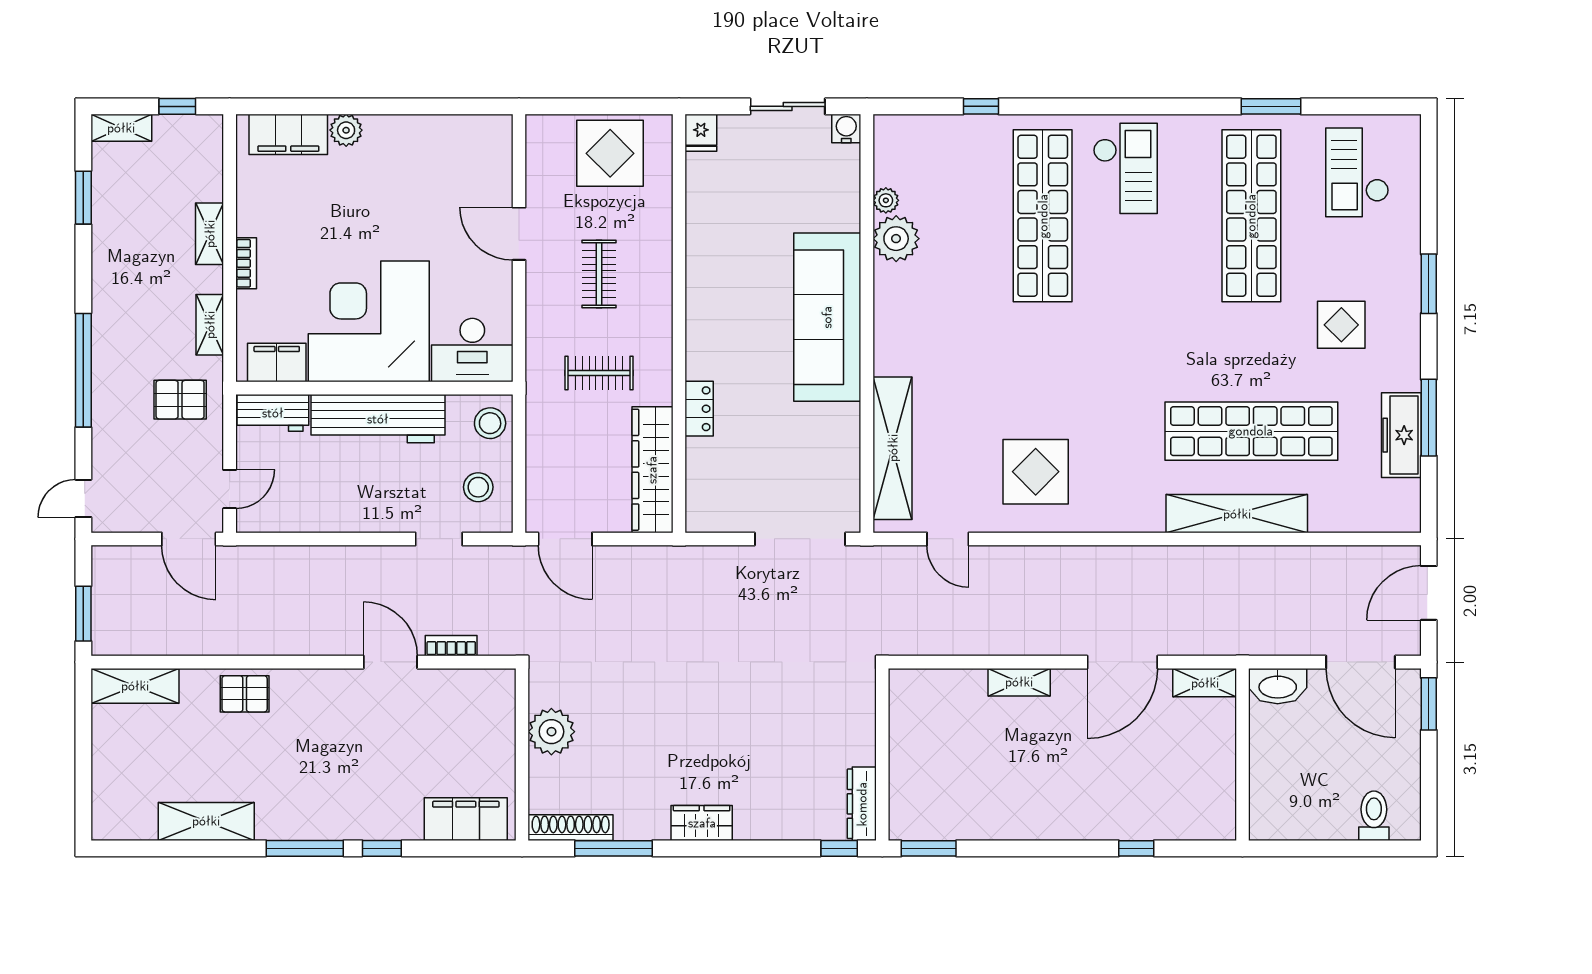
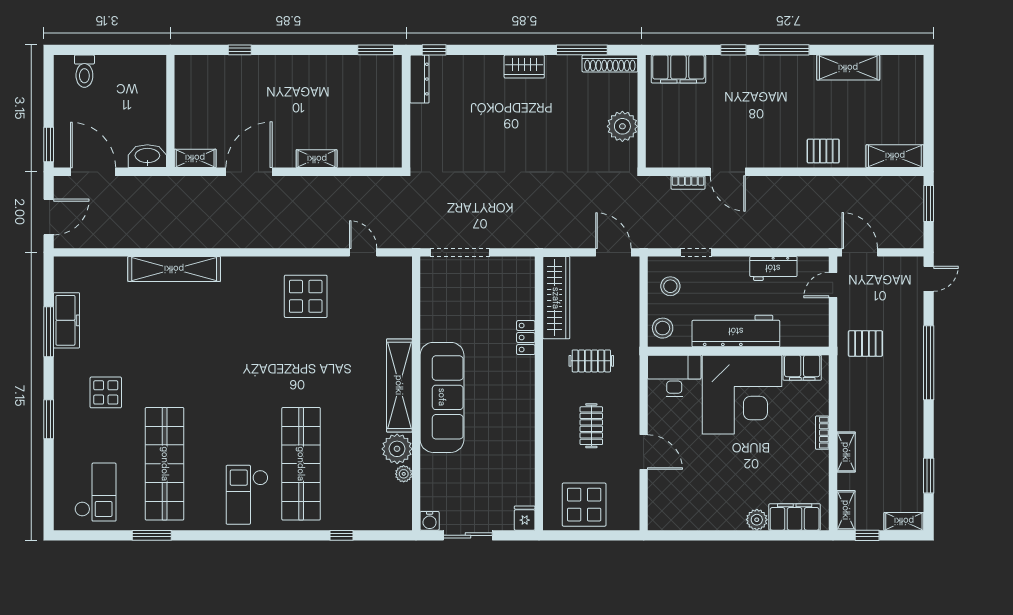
shelving: (210, 325) -> (846, 510), moved
workbench: (273, 413) -> (773, 268), moved, turned 180
shop shelf: (1251, 431) -> (165, 323), removed
shelving: (893, 448) -> (399, 385), moved

